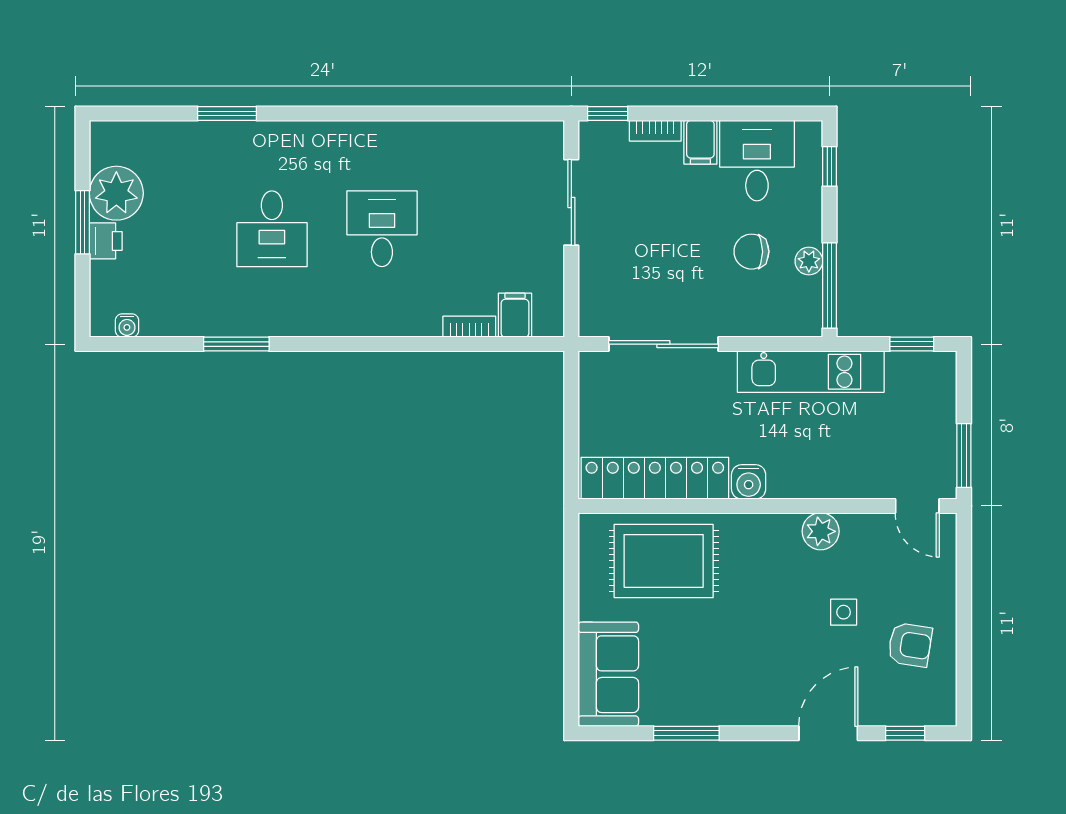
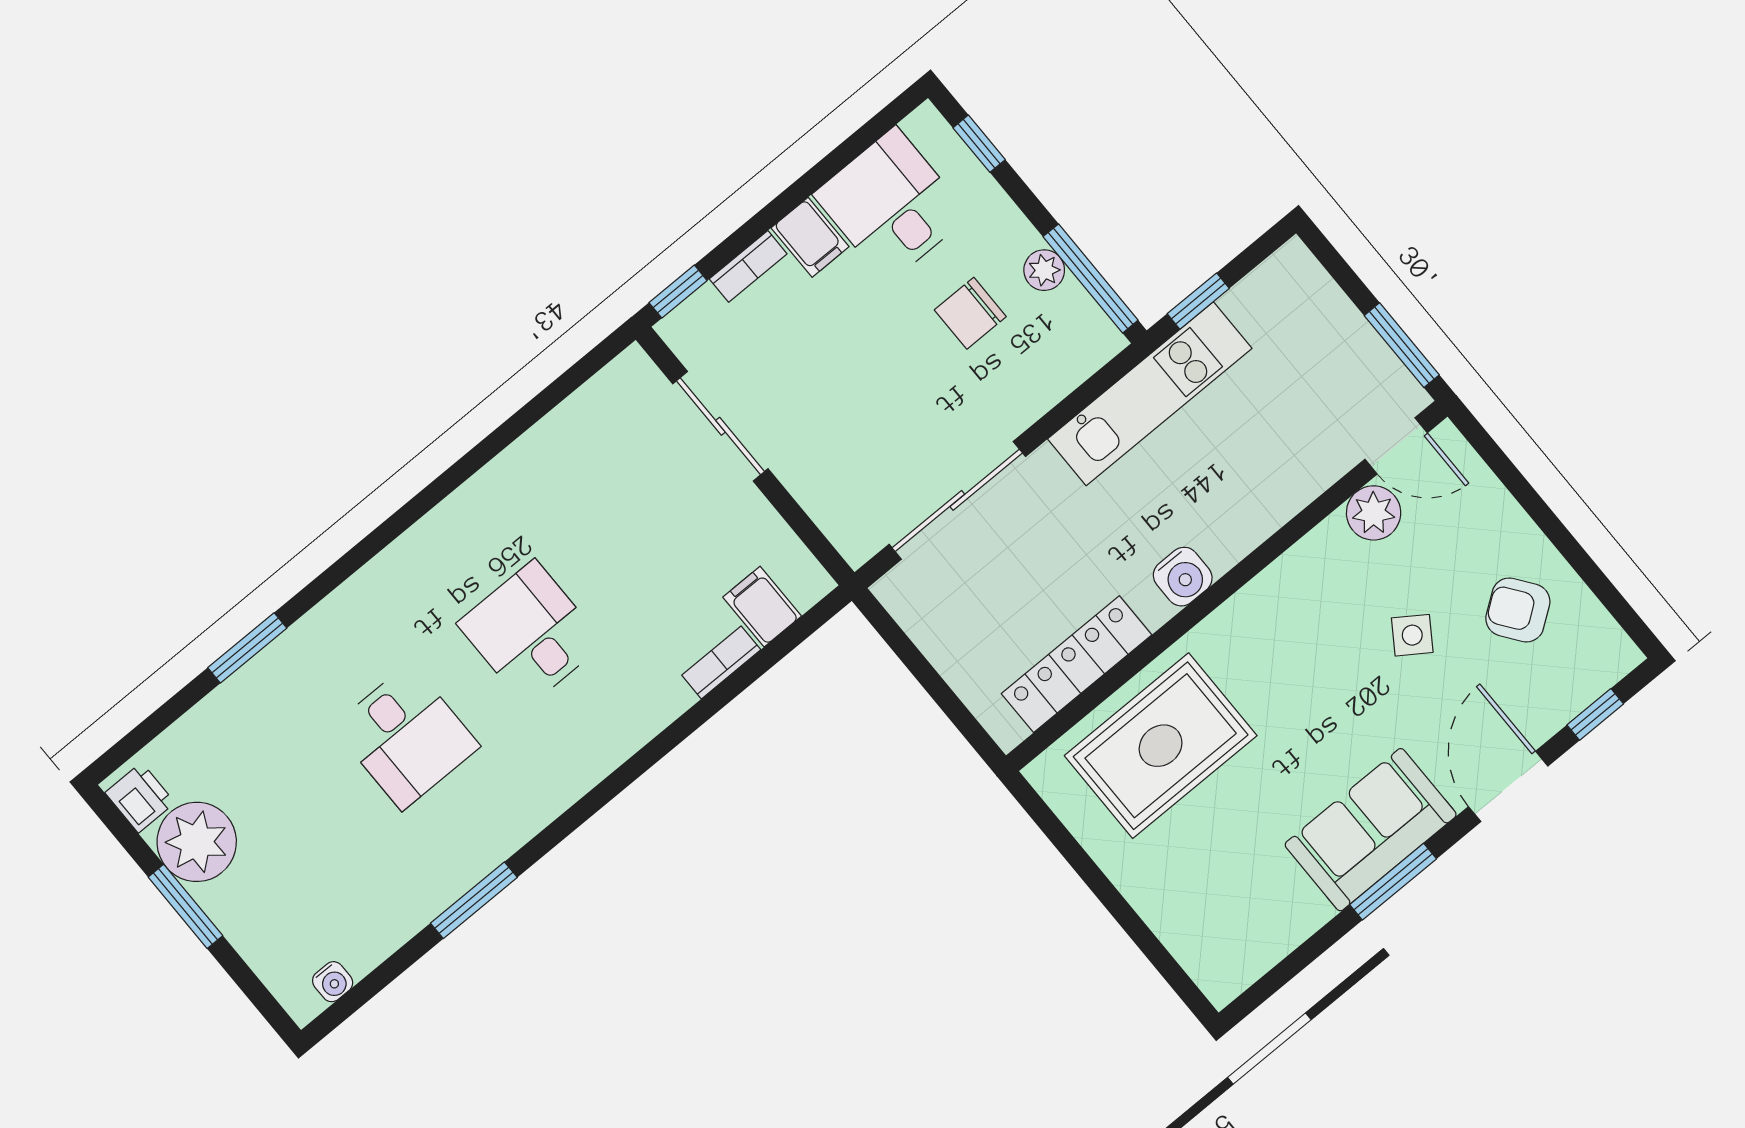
printer: (106, 241) -> (140, 798), moved
window: (912, 344) -> (1198, 301), moved
locker: (655, 478) -> (1077, 664), width x0.71, depth x0.83
plant: (821, 531) -> (1374, 513), moved
side table: (844, 612) -> (1412, 635), turned 34
armchair: (910, 645) -> (1518, 610), turned -135
sofa: (608, 674) -> (1371, 830), moved, turned -90
window: (686, 733) -> (1393, 882), moved

